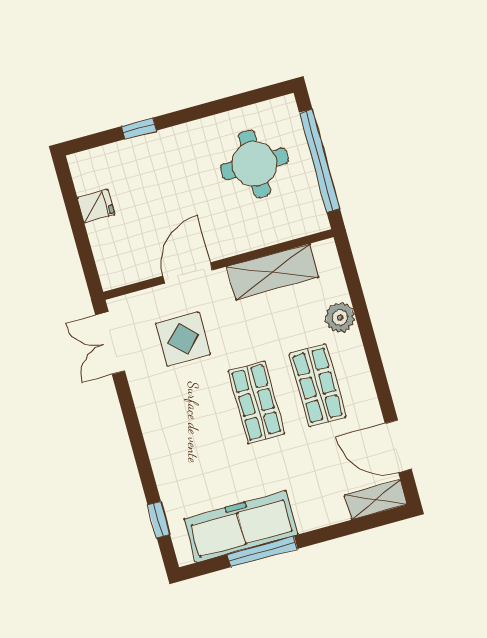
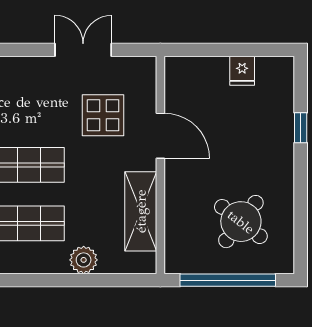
round table: (254, 164) -> (241, 222), turned 38
double door: (110, 343) -> (83, 50), moved

